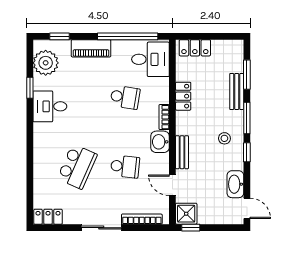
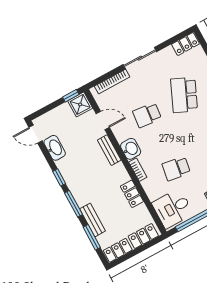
locker: (228, 47) -> (118, 250), added
stool: (224, 138) -> (82, 179), removed

